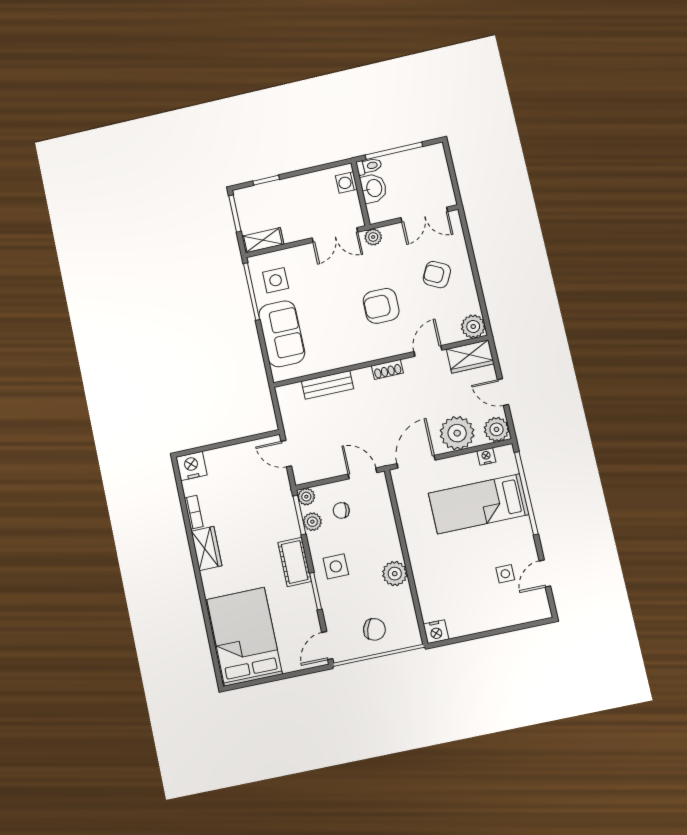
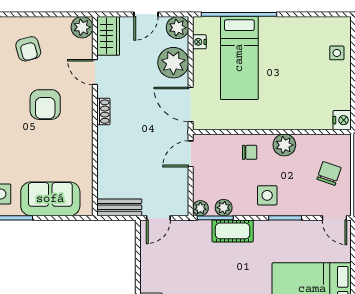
armchair: (437, 275) -> (28, 49), turned -42
bench: (327, 385) -> (119, 207), moved, turned 90
chair: (341, 510) -> (250, 152), moved, turned -100
cot: (295, 562) -> (233, 231), moved
door: (545, 573) -> (312, 14), removed
side table: (505, 574) -> (337, 53), moved

